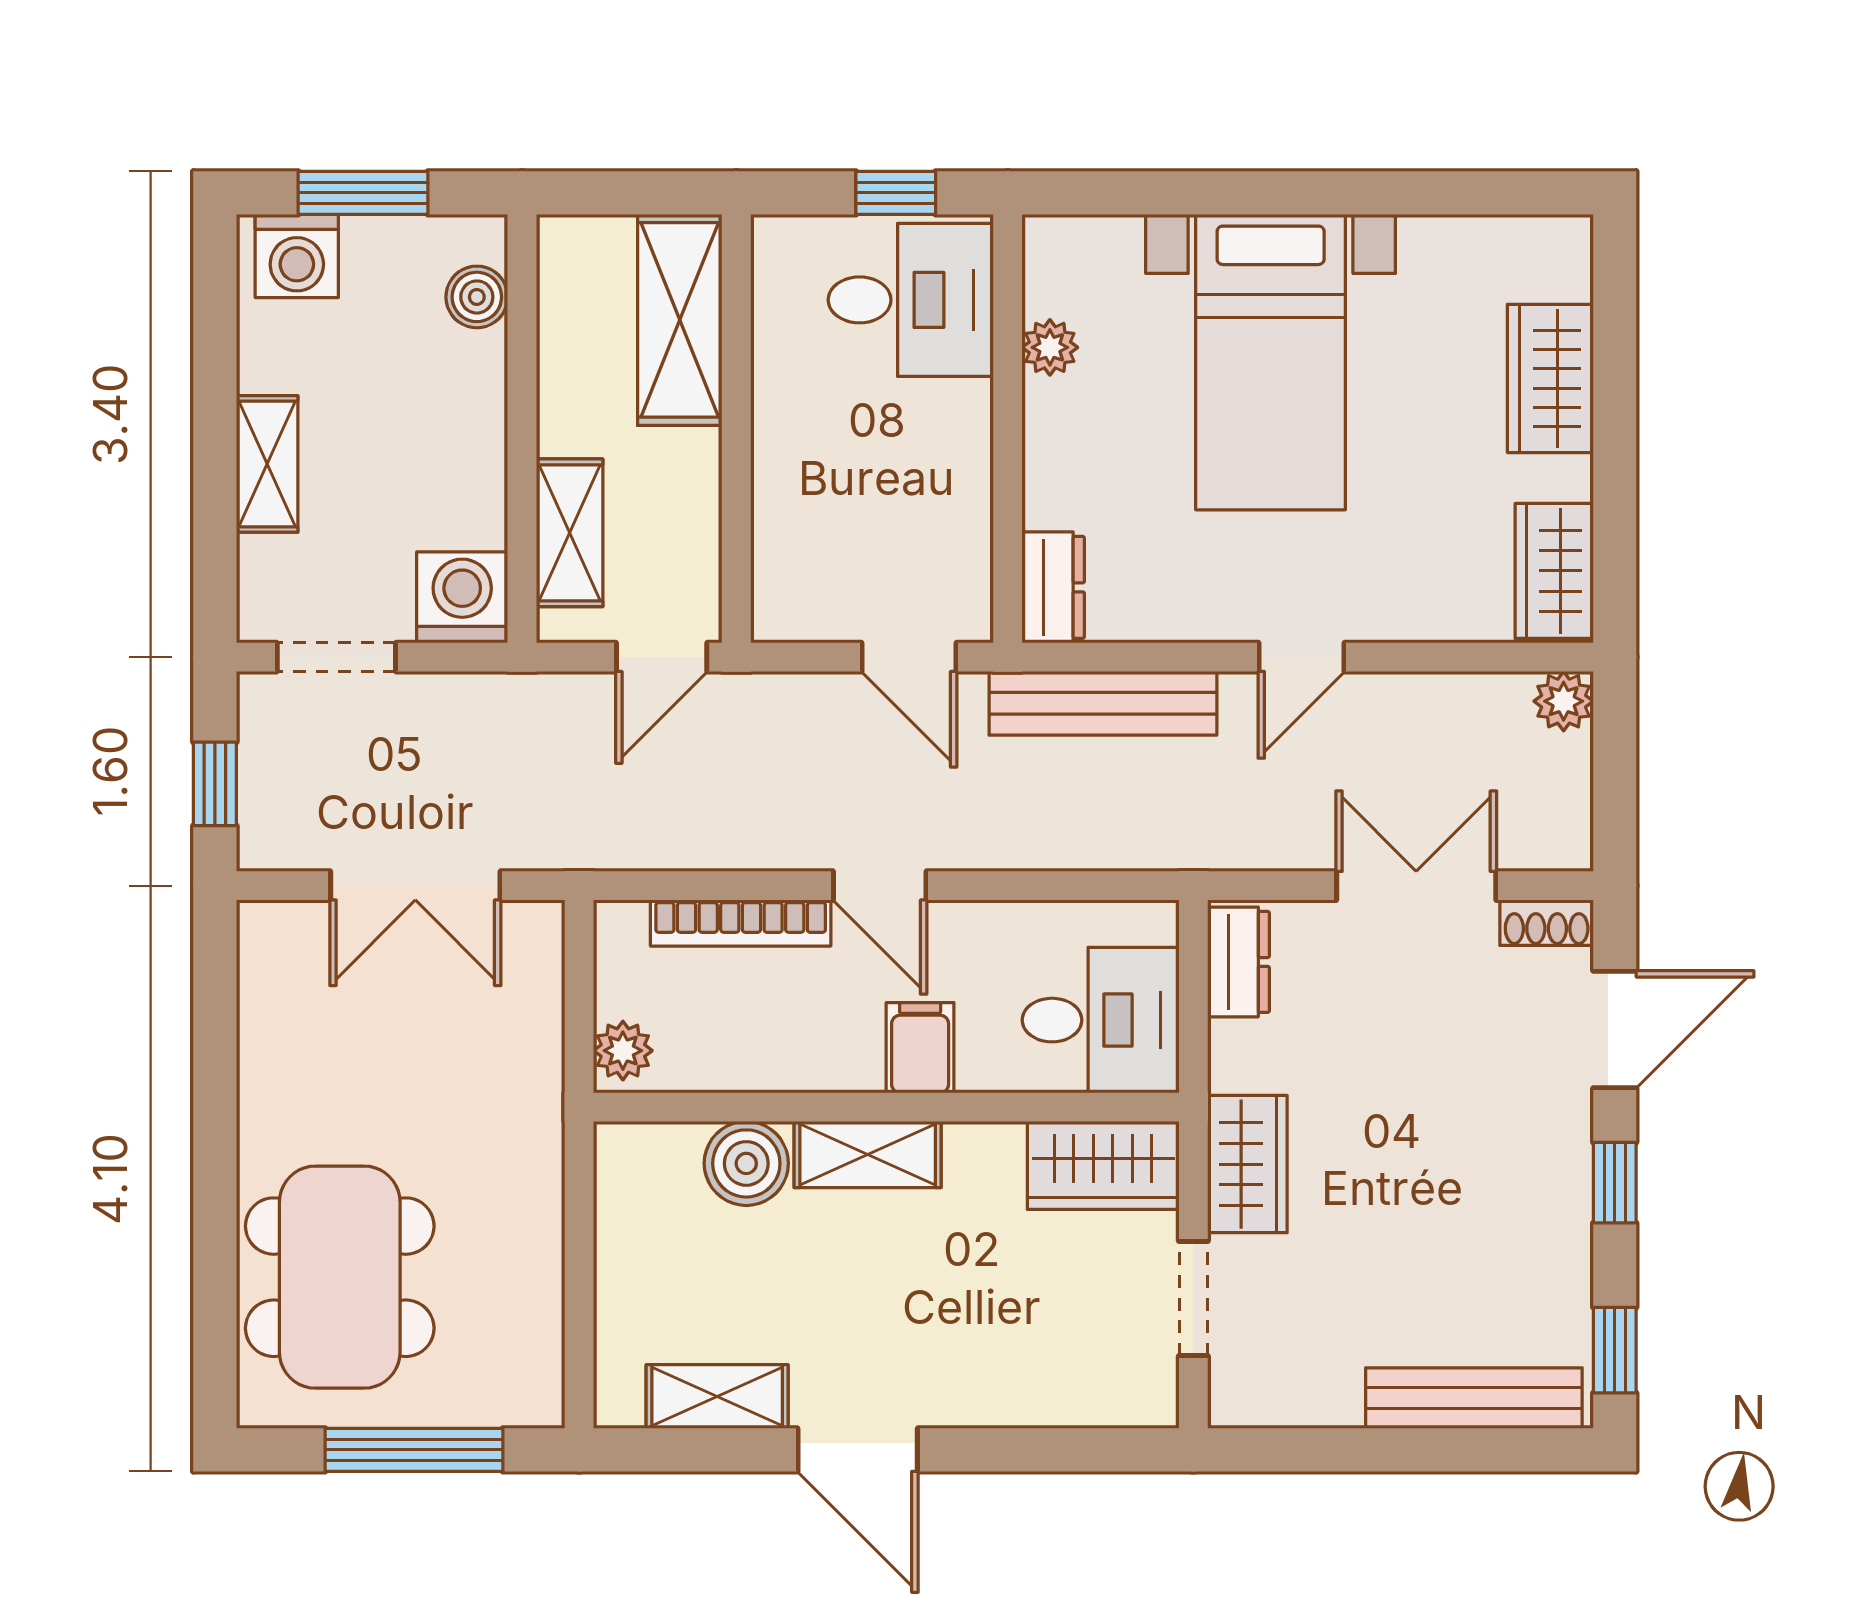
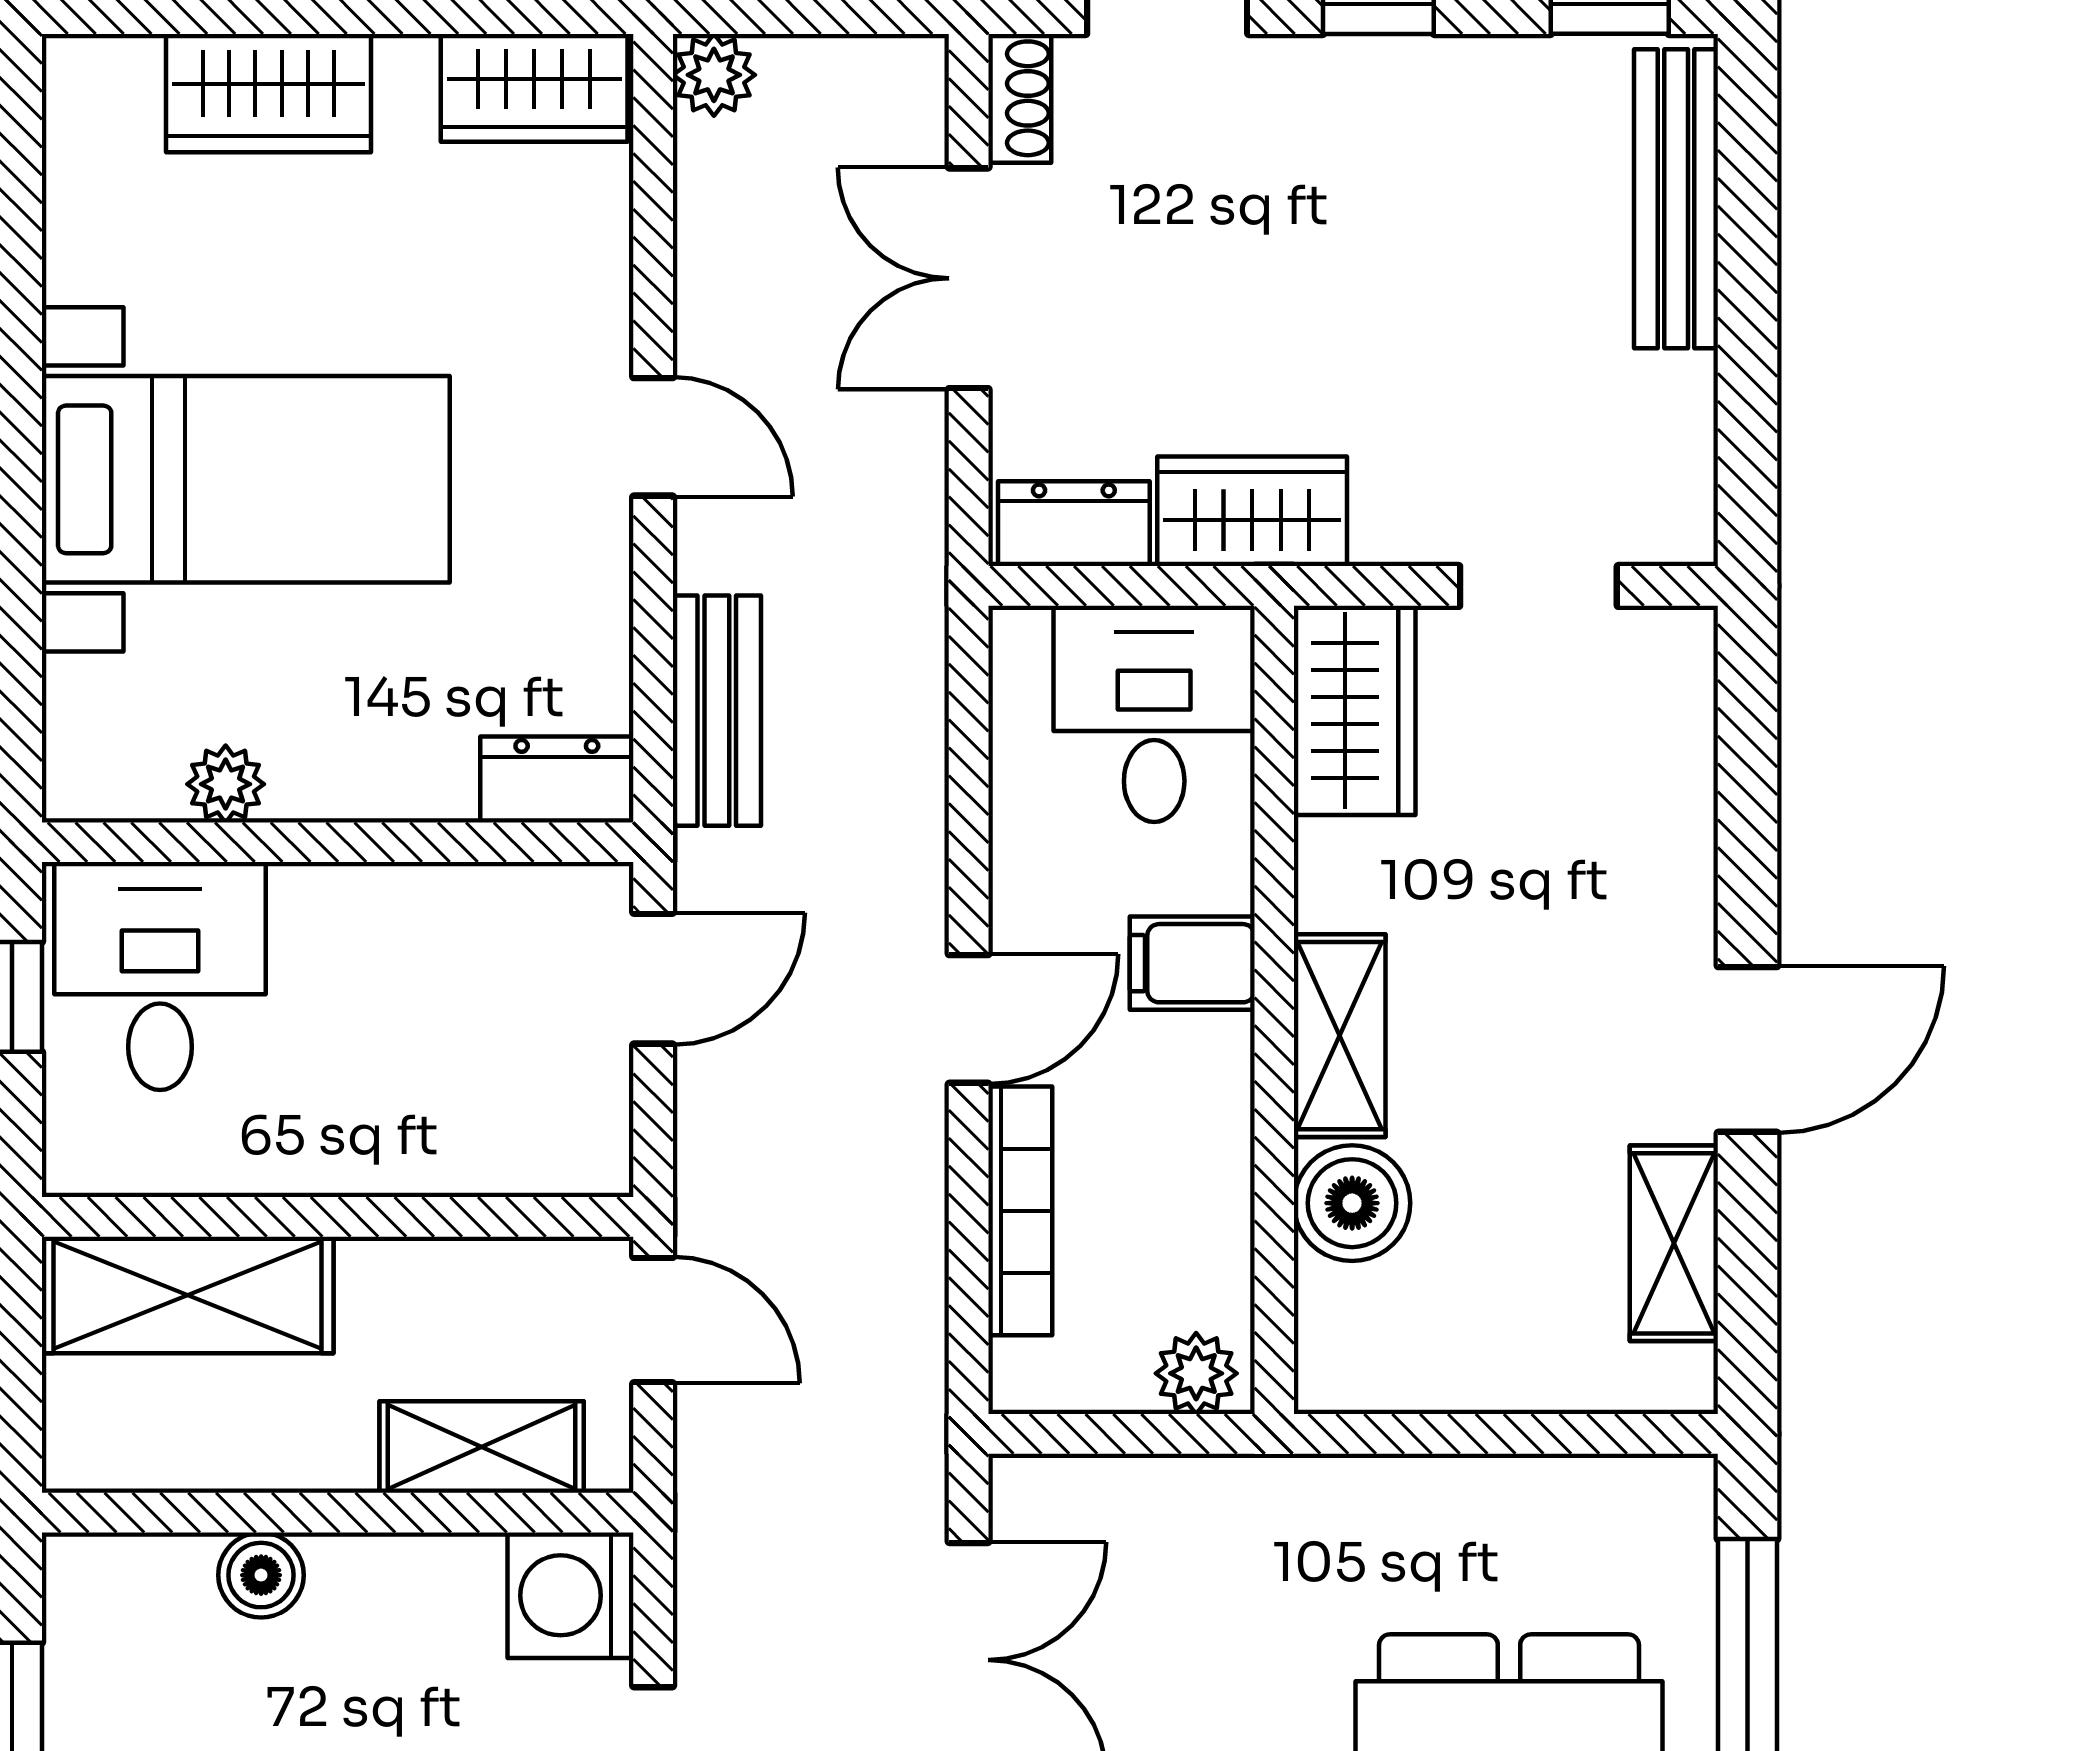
boiler: (477, 297) -> (261, 1575), moved
bench: (1103, 703) -> (717, 711), width x0.73
wardrobe: (1247, 1164) -> (1252, 511), moved

